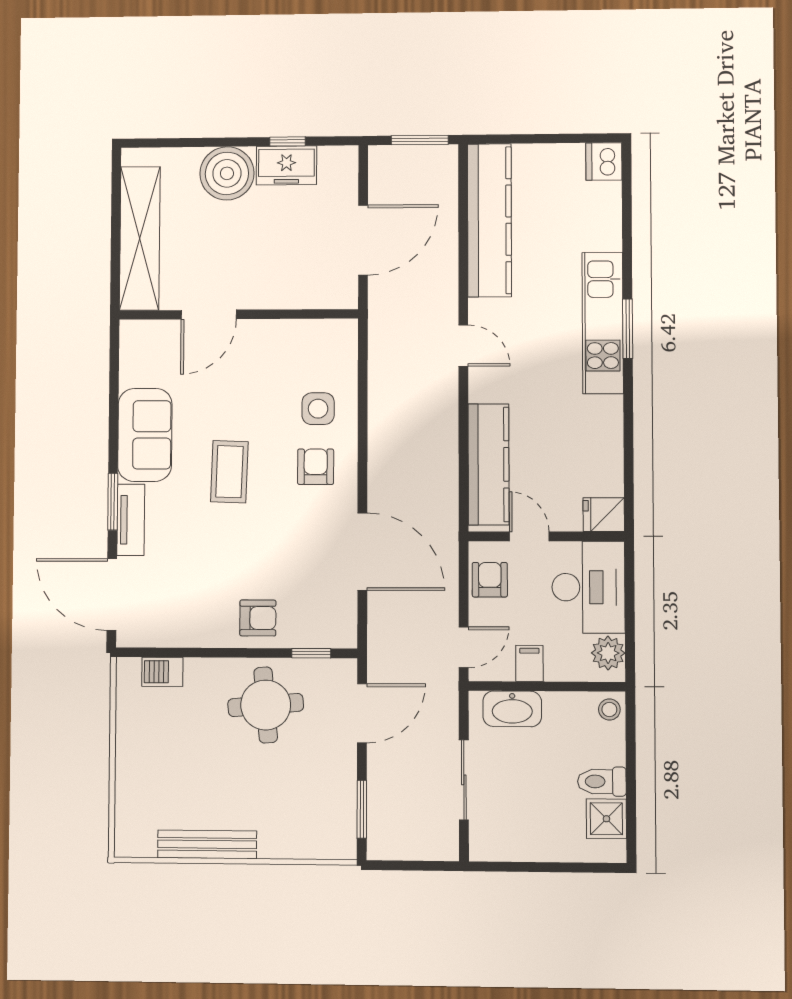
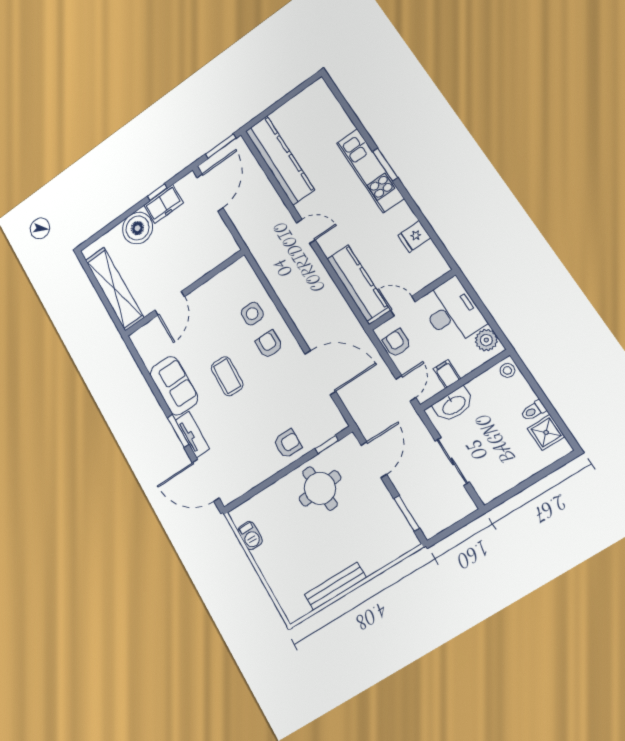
dishwasher: (604, 161) -> (319, 91), removed
door: (363, 240) -> (210, 193), moved
fridge: (604, 515) -> (414, 237), moved
barbecue: (162, 672) -> (250, 536), moved, turned -90
toilet: (602, 781) -> (533, 411), width x0.73, depth x0.72

